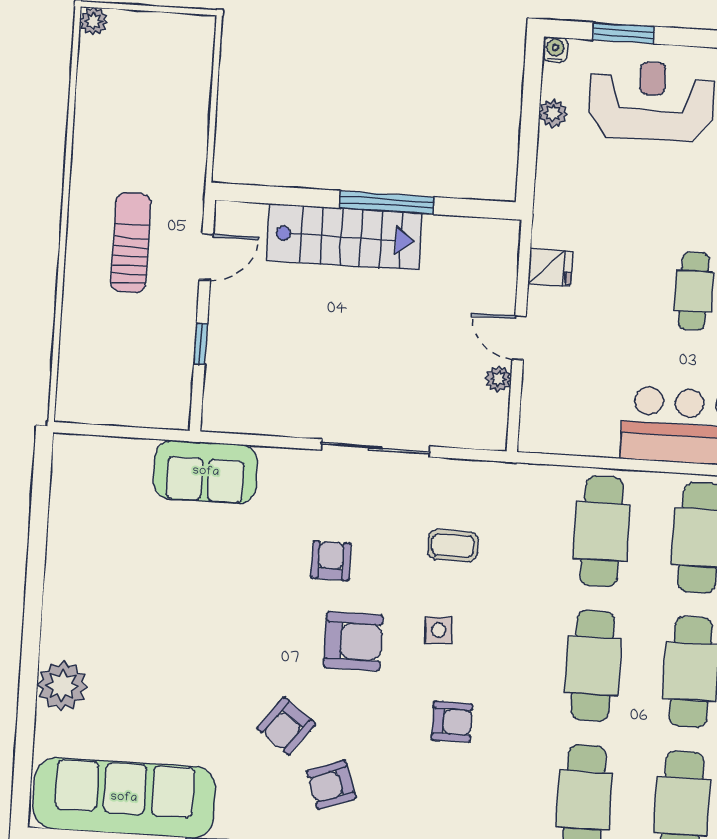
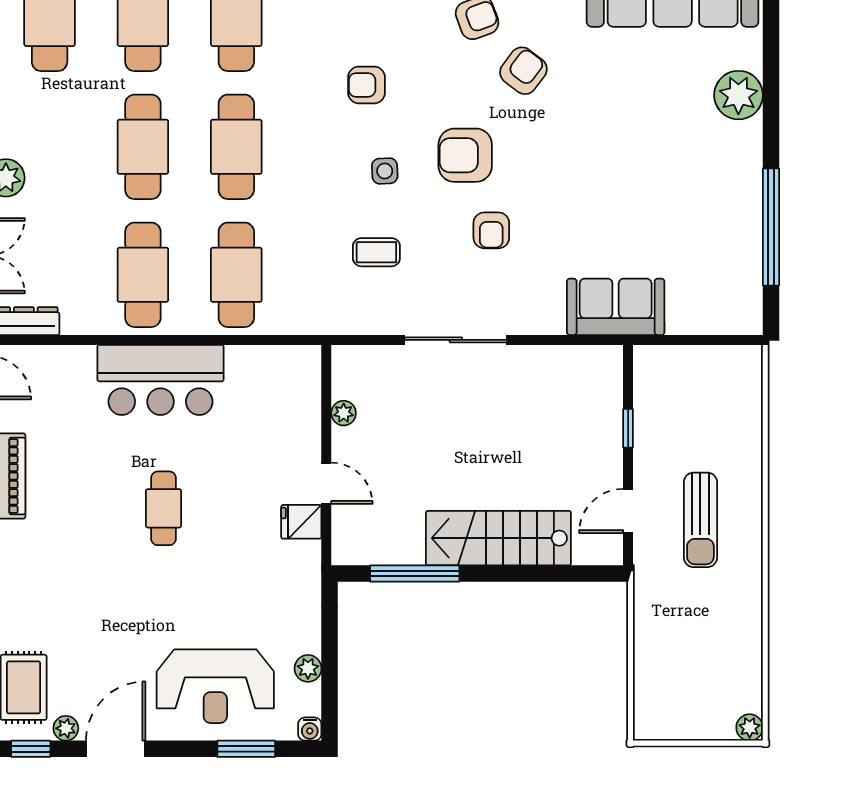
window: (387, 203) -> (415, 574), moved
door: (519, 338) -> (326, 483), moved
window: (37, 545) -> (771, 227), added

